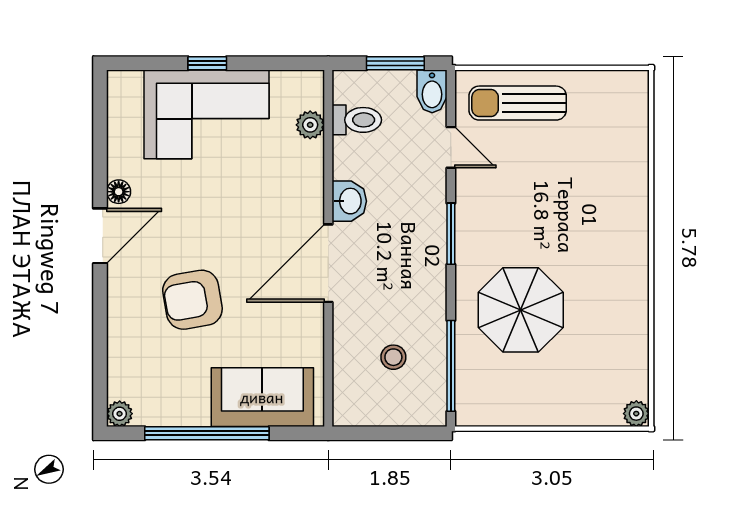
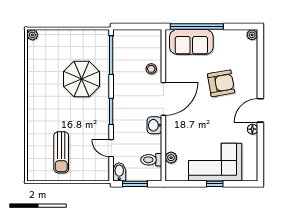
sun lounger: (518, 103) -> (61, 152), moved, turned 90
stool: (393, 357) -> (151, 69), moved
window: (207, 433) -> (197, 27), moved

